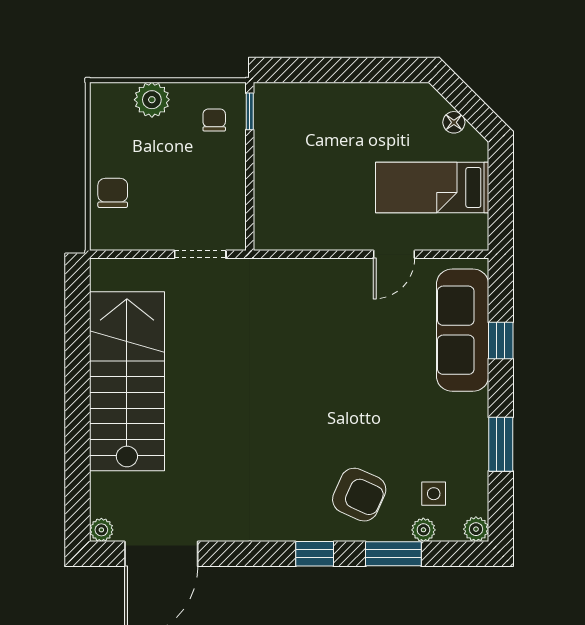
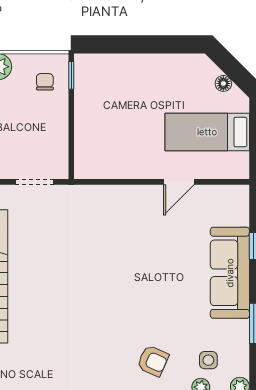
sofa: (463, 330) -> (230, 273), moved
armchair: (359, 495) -> (153, 361), width x0.72, depth x0.72

